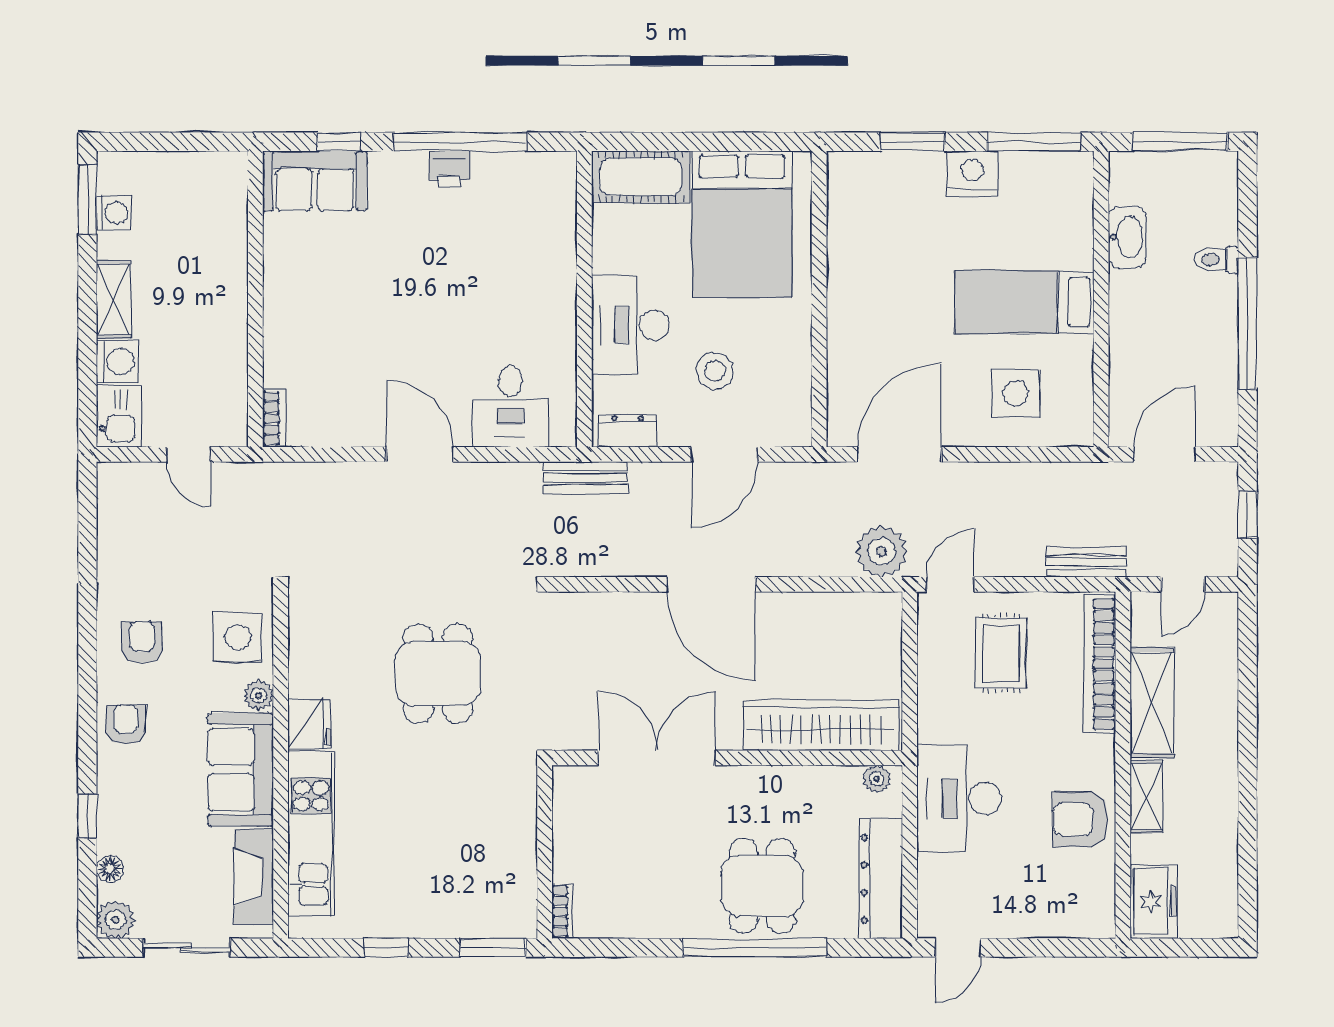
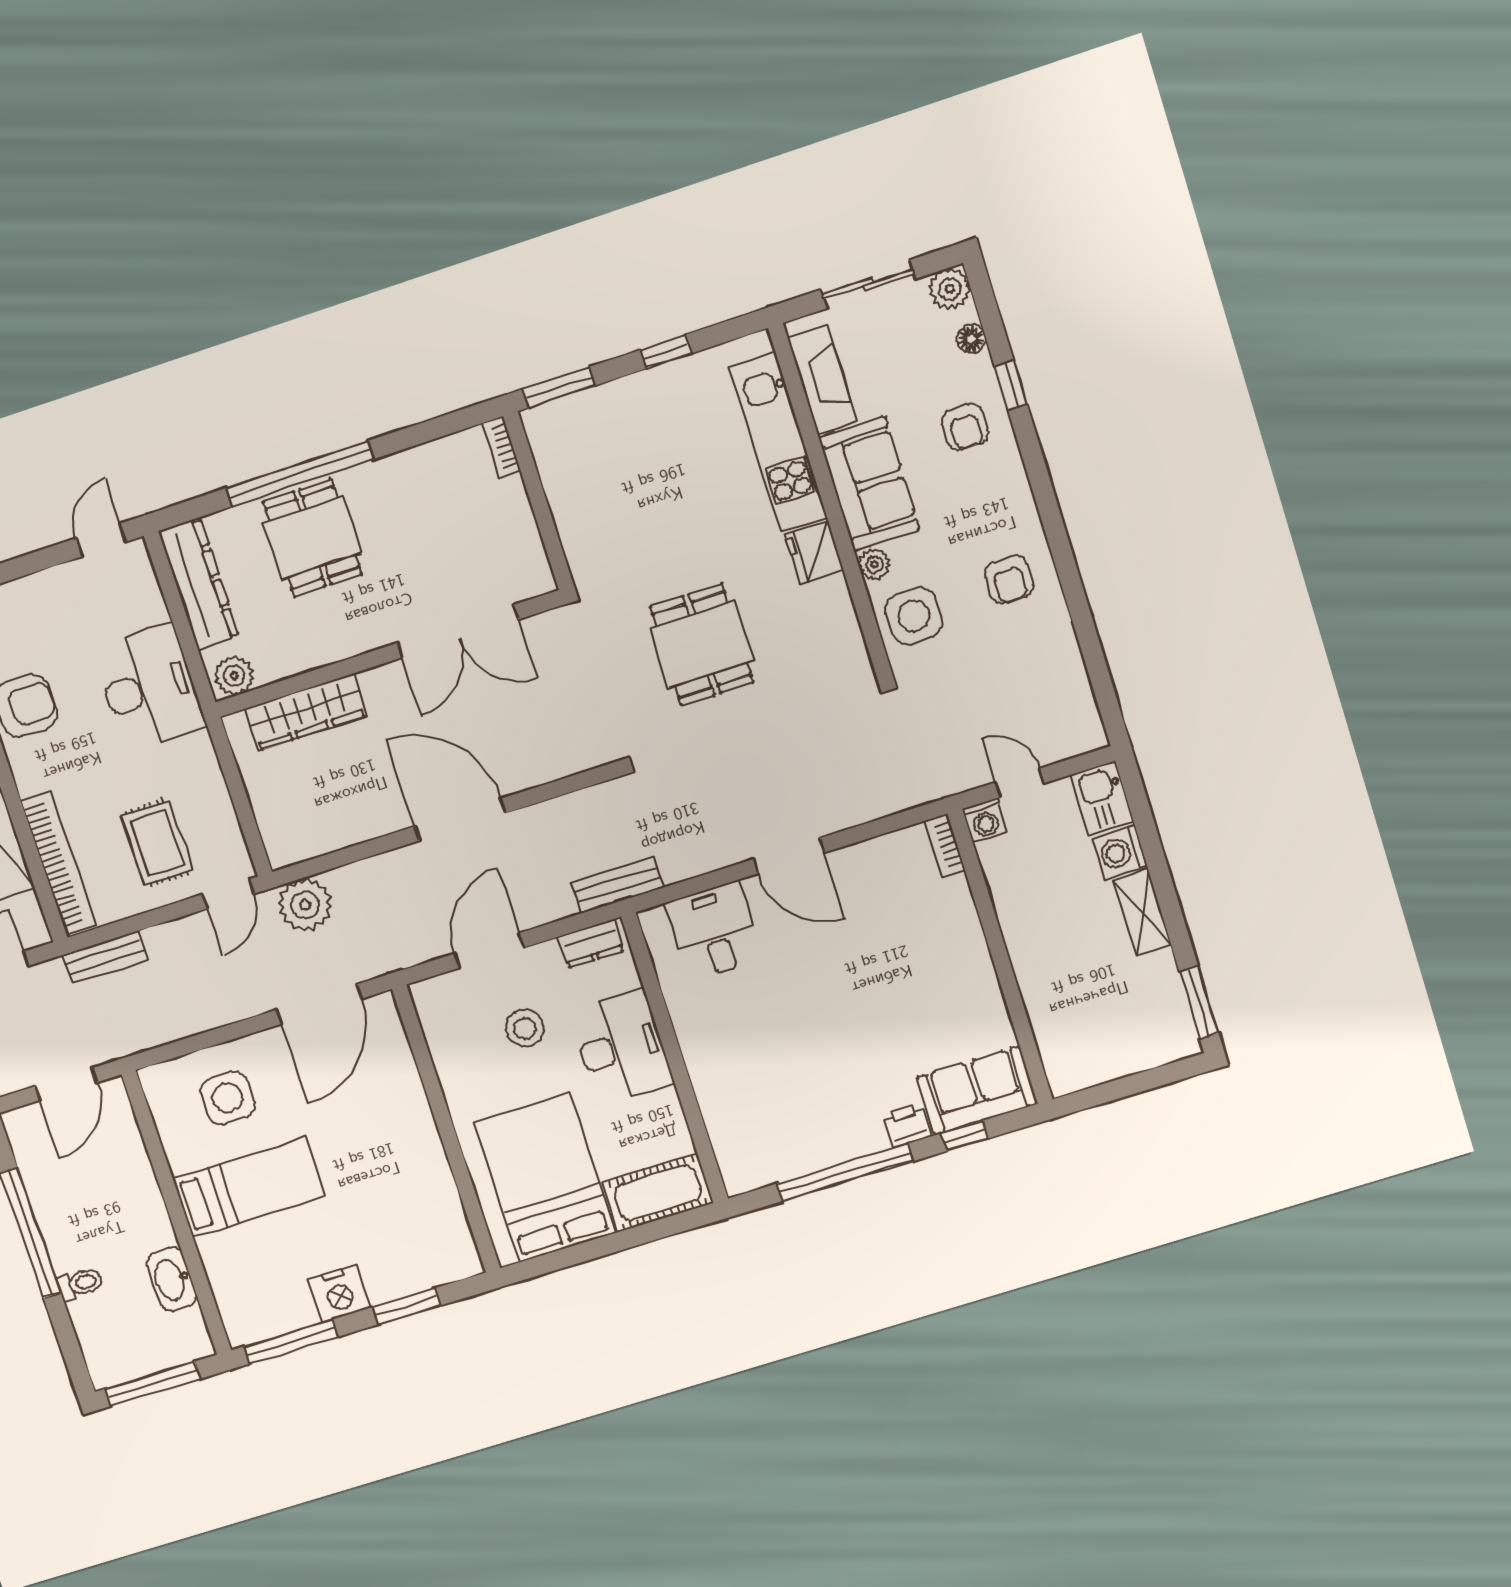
printer: (450, 169) -> (907, 1125), moved
washing machine: (114, 213) -> (985, 821), moved, turned -90
armchair: (126, 725) -> (965, 427), moved
wardrobe: (821, 725) -> (306, 712), width x0.71, depth x0.85
plant: (877, 779) -> (234, 676), width x1.38, depth x1.38

